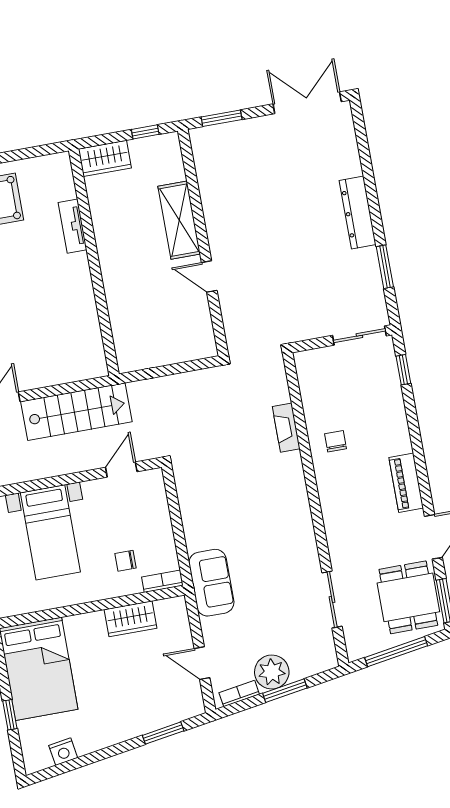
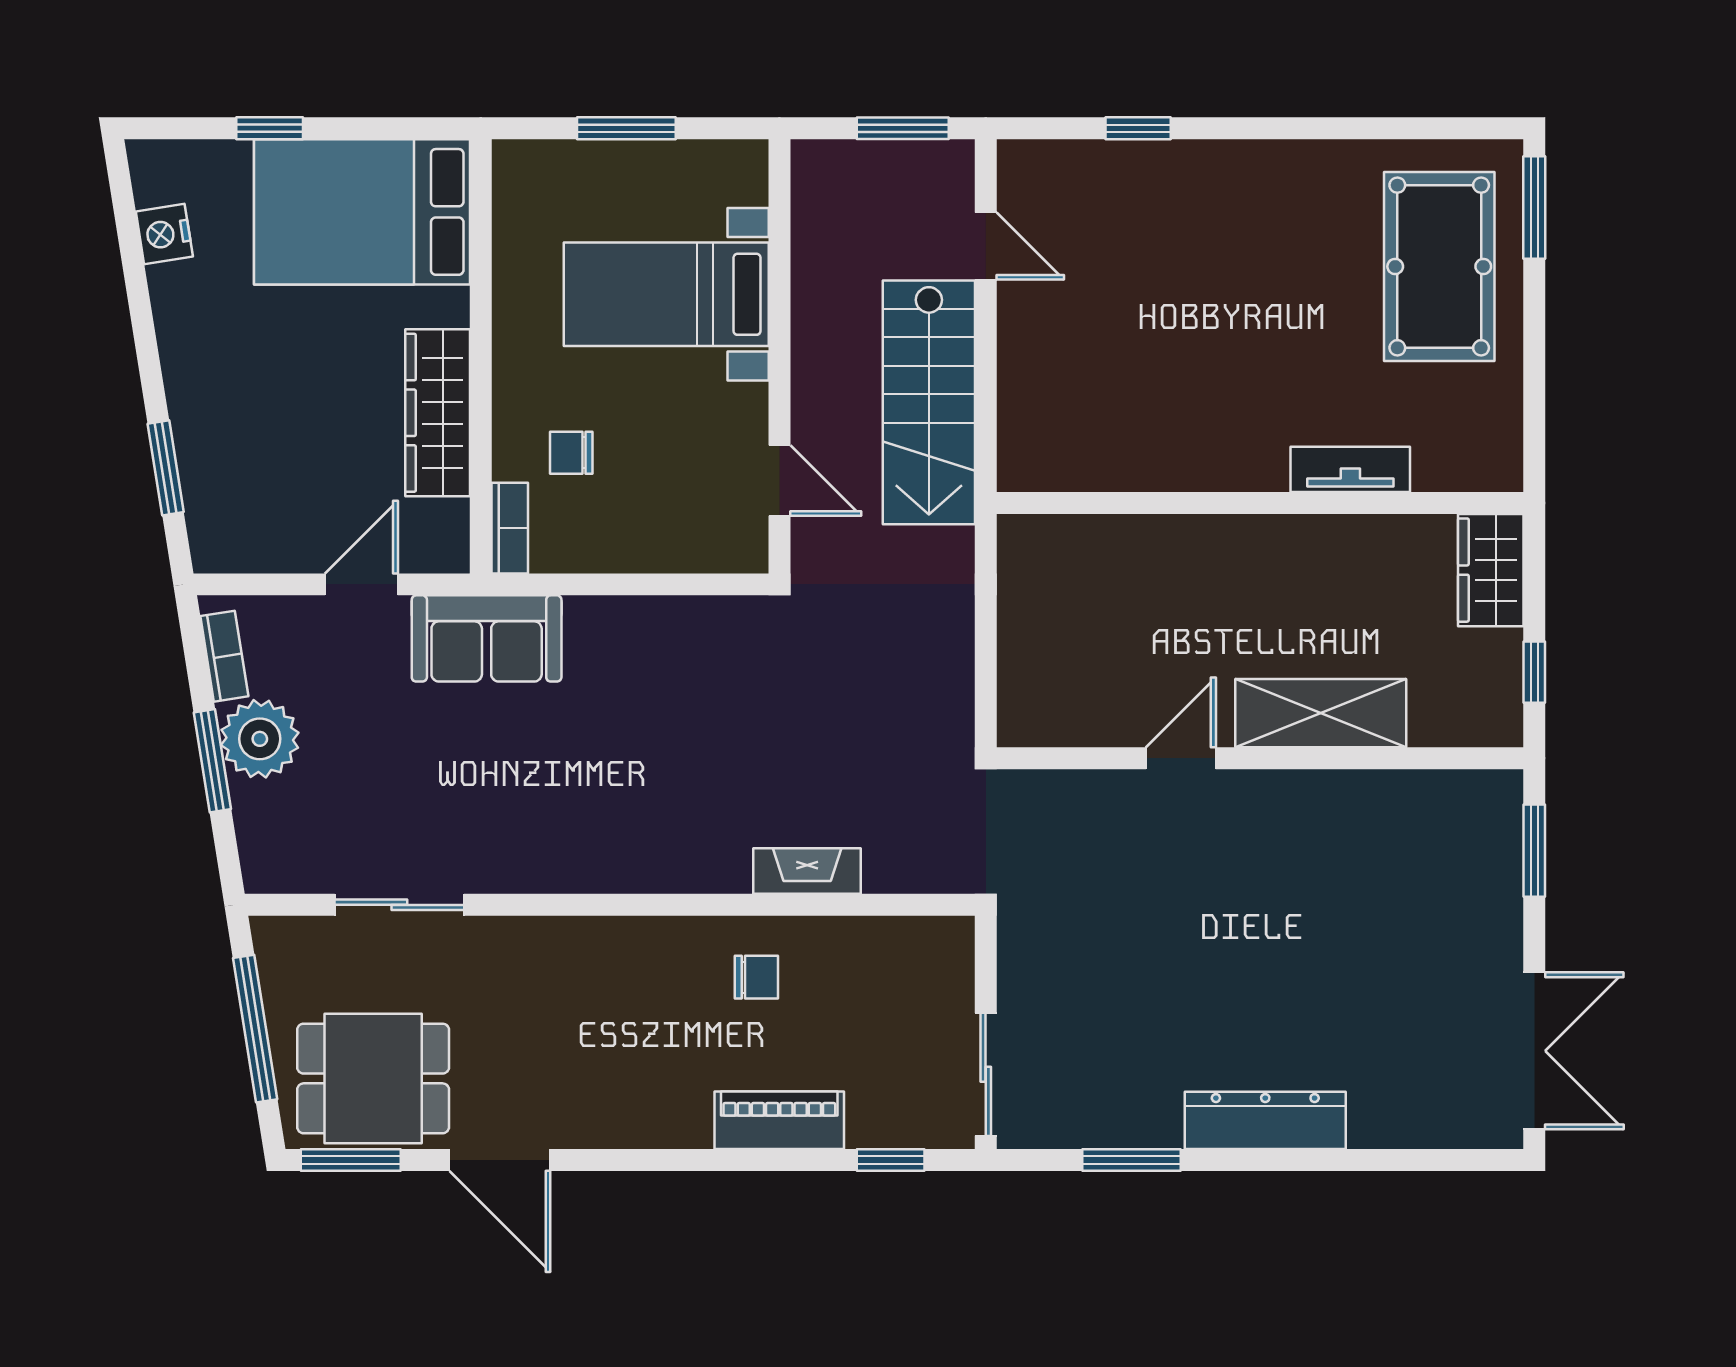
piano: (406, 483) -> (779, 1120), moved
chair: (125, 561) -> (571, 453), turned -90
wardrobe: (131, 619) -> (438, 413), width x1.50
door: (202, 663) -> (361, 584), moved

